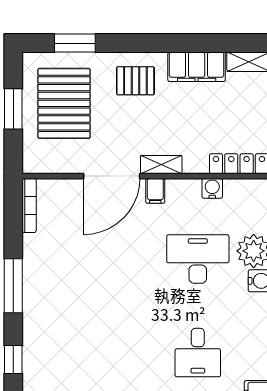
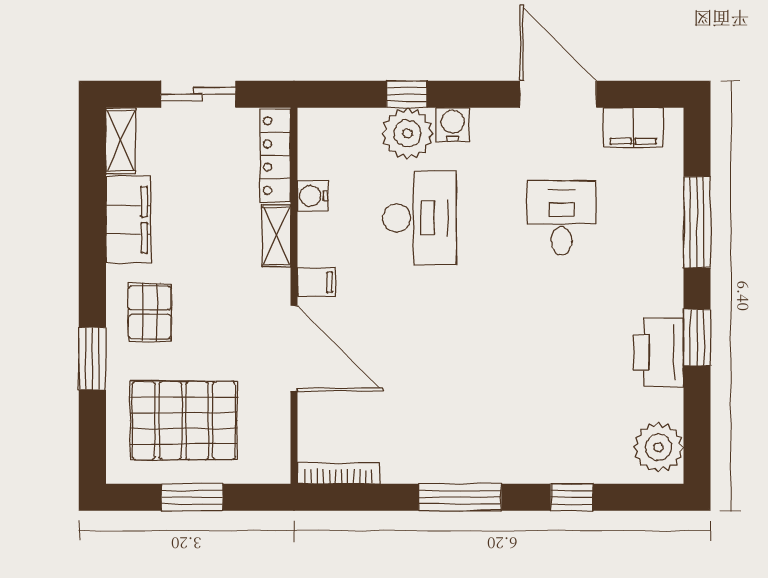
window: (75, 43) -> (92, 359), moved
shelving: (161, 165) -> (277, 236), moved
desk: (198, 259) -> (420, 218), turned 180
desk: (198, 353) -> (561, 218), turned -90

